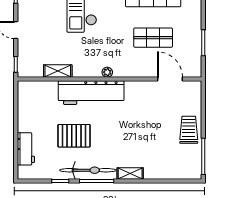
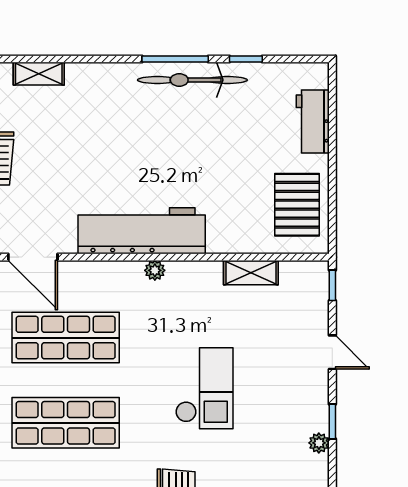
shop shelf: (153, 38) -> (66, 338), width x1.43, depth x1.36
workbench: (91, 93) -> (142, 231), moved
pallet: (74, 136) -> (297, 205), moved, turned 90
shelving: (130, 173) -> (39, 74), moved

